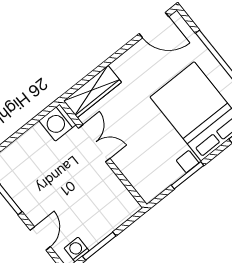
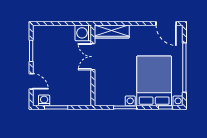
double door: (94, 143) -> (93, 57), swing flipped
door: (40, 238) -> (31, 81), hinge flipped

